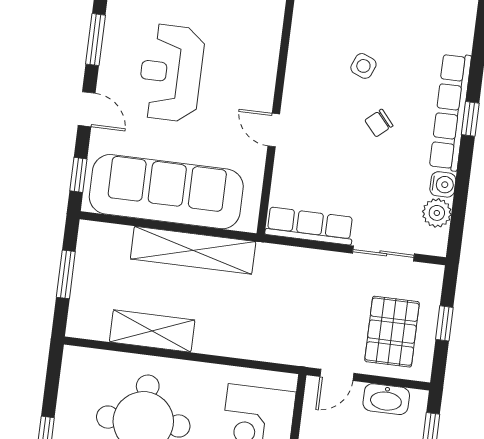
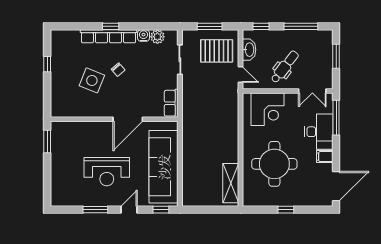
side table: (363, 66) -> (92, 80), width x1.87, depth x1.87
door: (274, 130) -> (128, 119), width x1.88
row of seats: (310, 226) -> (171, 103), width x0.68
shelving: (193, 250) -> (190, 151), removed
window: (66, 274) -> (209, 210), removed
window: (444, 323) -> (210, 26), width x1.50
shelving: (152, 331) -> (231, 183), moved

